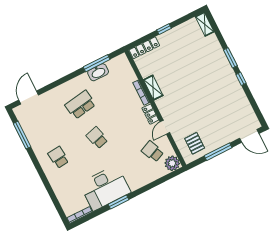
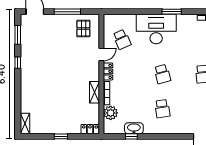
locker: (144, 48) -> (90, 129), width x0.66
window: (230, 58) -> (18, 35), moved
window: (97, 63) -> (131, 136), width x0.46
school desk: (80, 105) -> (162, 109), width x0.54
plant: (172, 163) -> (111, 113), moved
desk: (105, 188) -> (156, 29), moved

